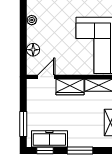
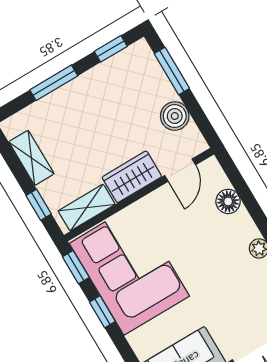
boiler: (34, 103) -> (175, 116), added
freezer: (49, 139) -> (115, 72), removed

